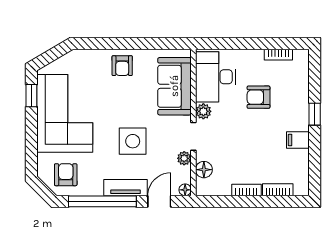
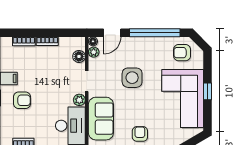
window: (31, 96) -> (208, 91), moved
armchair: (259, 97) -> (22, 100), moved
plant: (184, 158) -> (94, 52), moved
armchair: (66, 175) -> (182, 53), turned 90
tv unit: (125, 188) -> (137, 43), removed

